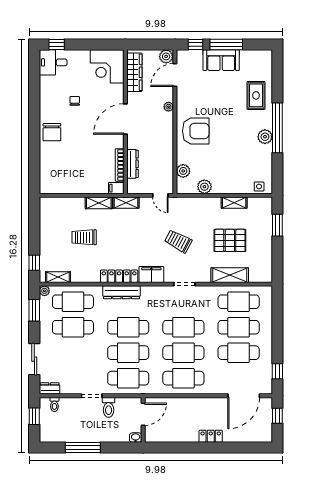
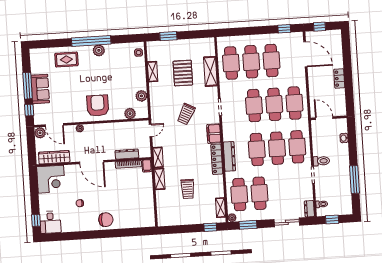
door: (143, 414) -> (324, 118), moved
wall: (143, 420) -> (329, 118), moved

